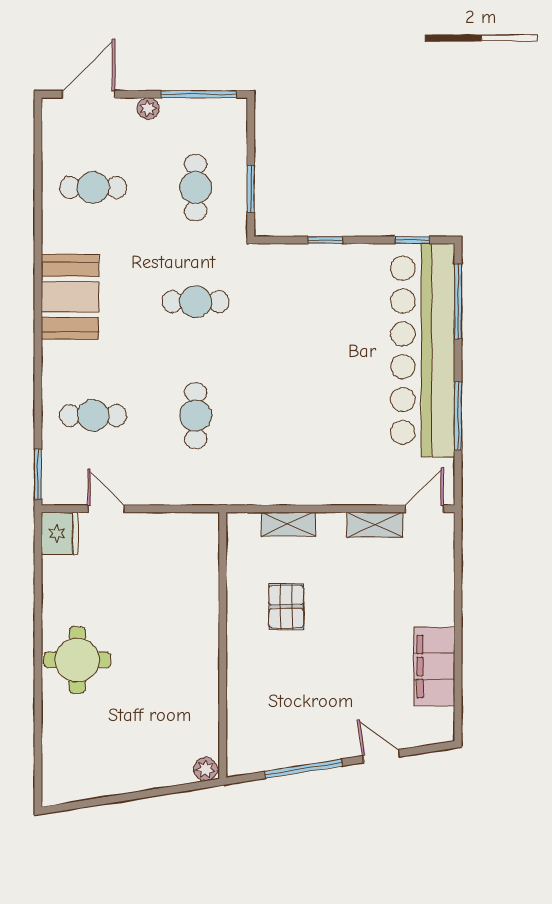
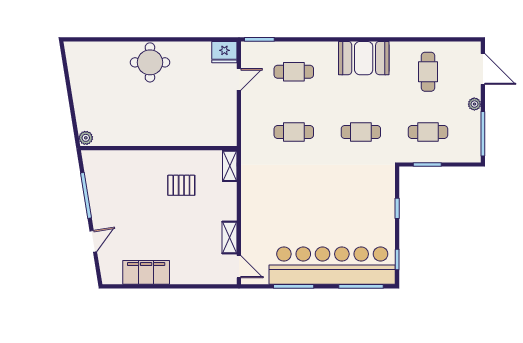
cafe table: (196, 302) -> (361, 132), turned 90
cafe table: (93, 416) -> (294, 72), turned 90
shelving: (288, 524) -> (230, 166), moved

